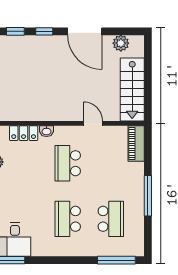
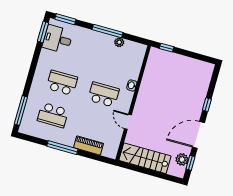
window: (15, 31) -> (191, 163), moved
door: (93, 123) -> (128, 122), swing flipped
locker: (24, 133) -> (135, 68), removed
piano: (136, 144) -> (89, 146), moved

